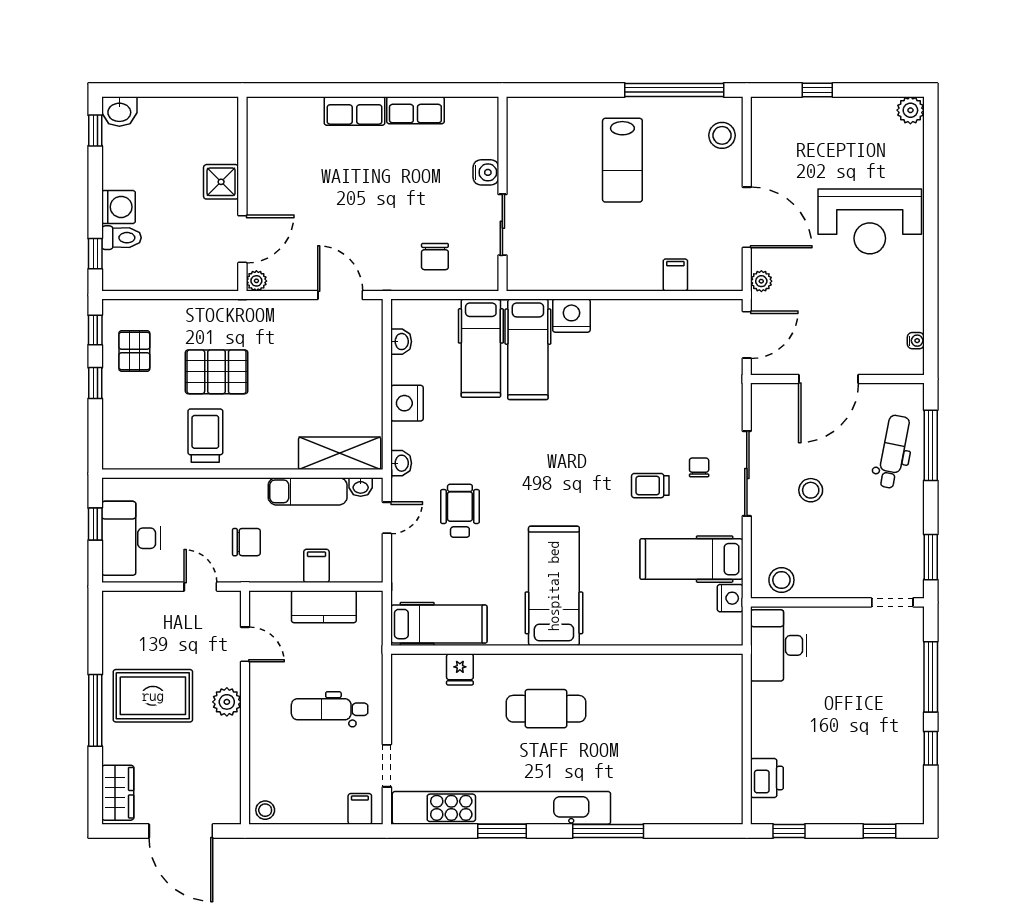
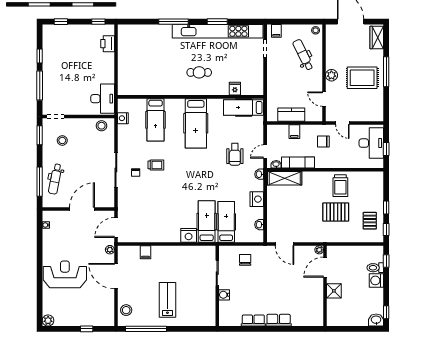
stool: (811, 490) -> (62, 140), moved
hospital bed: (691, 559) -> (156, 120), moved, turned 90
dental chair: (330, 709) -> (303, 55), moved, turned -116
cafe table: (546, 709) -> (199, 72), width x0.73, depth x0.74

